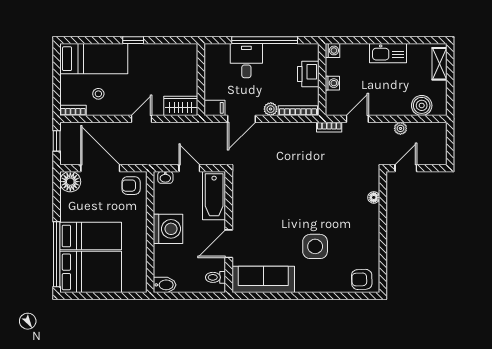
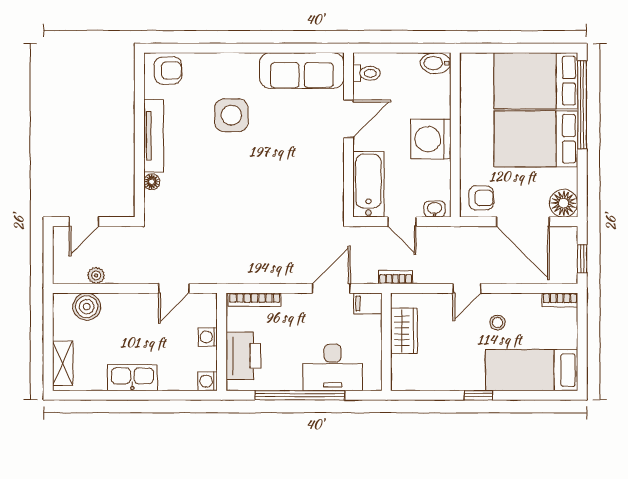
desk: (246, 61) -> (333, 367), width x1.37
printer: (308, 74) -> (243, 356), width x1.37, depth x1.19
stool: (98, 94) -> (497, 322), moved
wardrobe: (181, 106) -> (404, 331), moved, turned -90
plant: (271, 109) -> (292, 302), removed
bookcase: (329, 127) -> (396, 277), moved
plant: (400, 128) -> (96, 275), moved
door: (406, 168) -> (84, 222), moved
tv unit: (372, 231) -> (154, 136), added
bed: (91, 236) -> (536, 139), width x1.50

